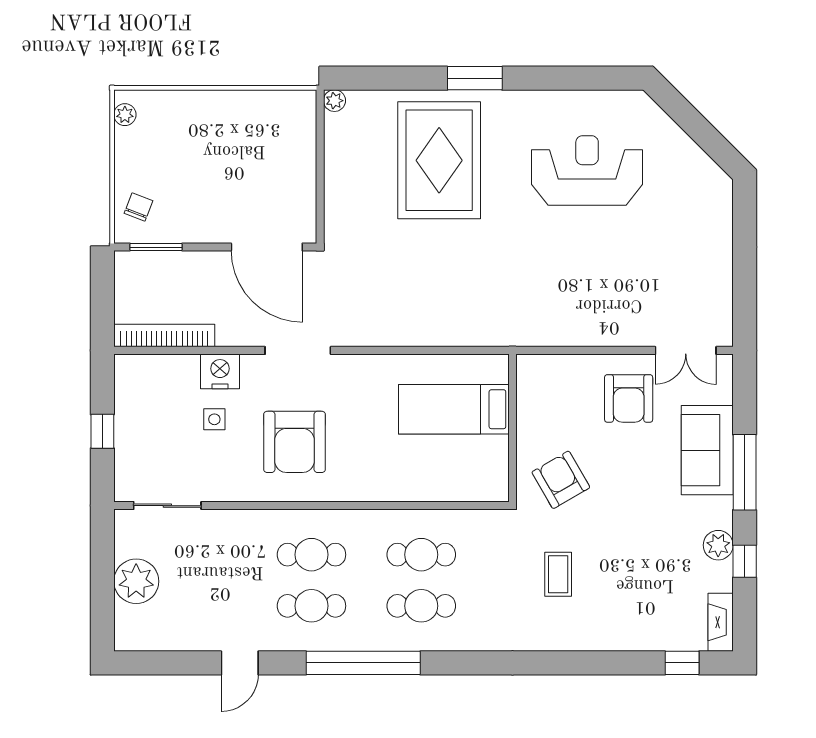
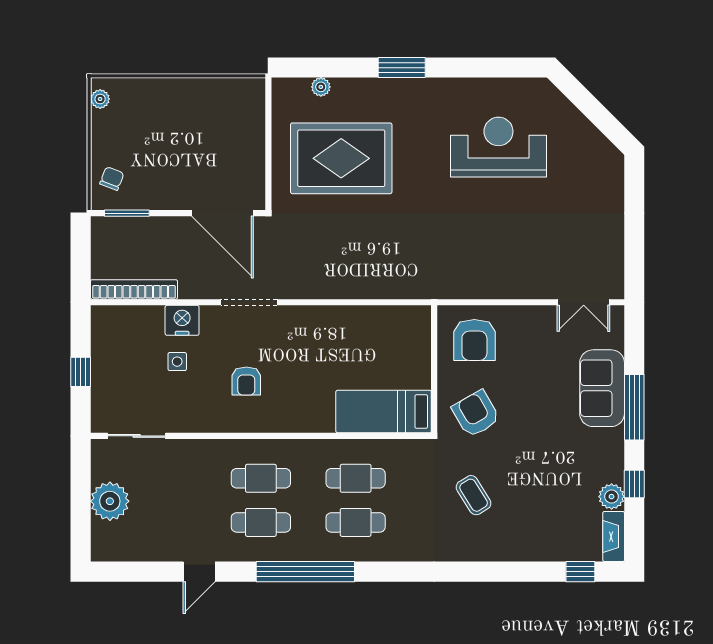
plant: (334, 101) -> (321, 87), moved
rug: (439, 160) -> (341, 158), moved, turned 90
armchair: (629, 398) -> (474, 340), moved
bed: (454, 409) -> (384, 412), moved
armchair: (295, 442) -> (246, 381), width x0.53, depth x0.53
plant: (718, 545) -> (612, 497), moved
coffee table: (558, 574) -> (474, 495), turned -32

